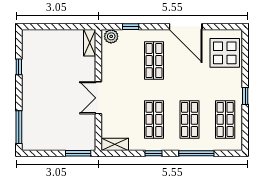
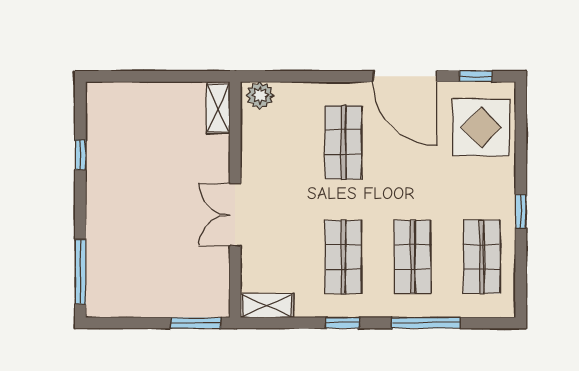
window: (131, 27) -> (476, 76), moved

